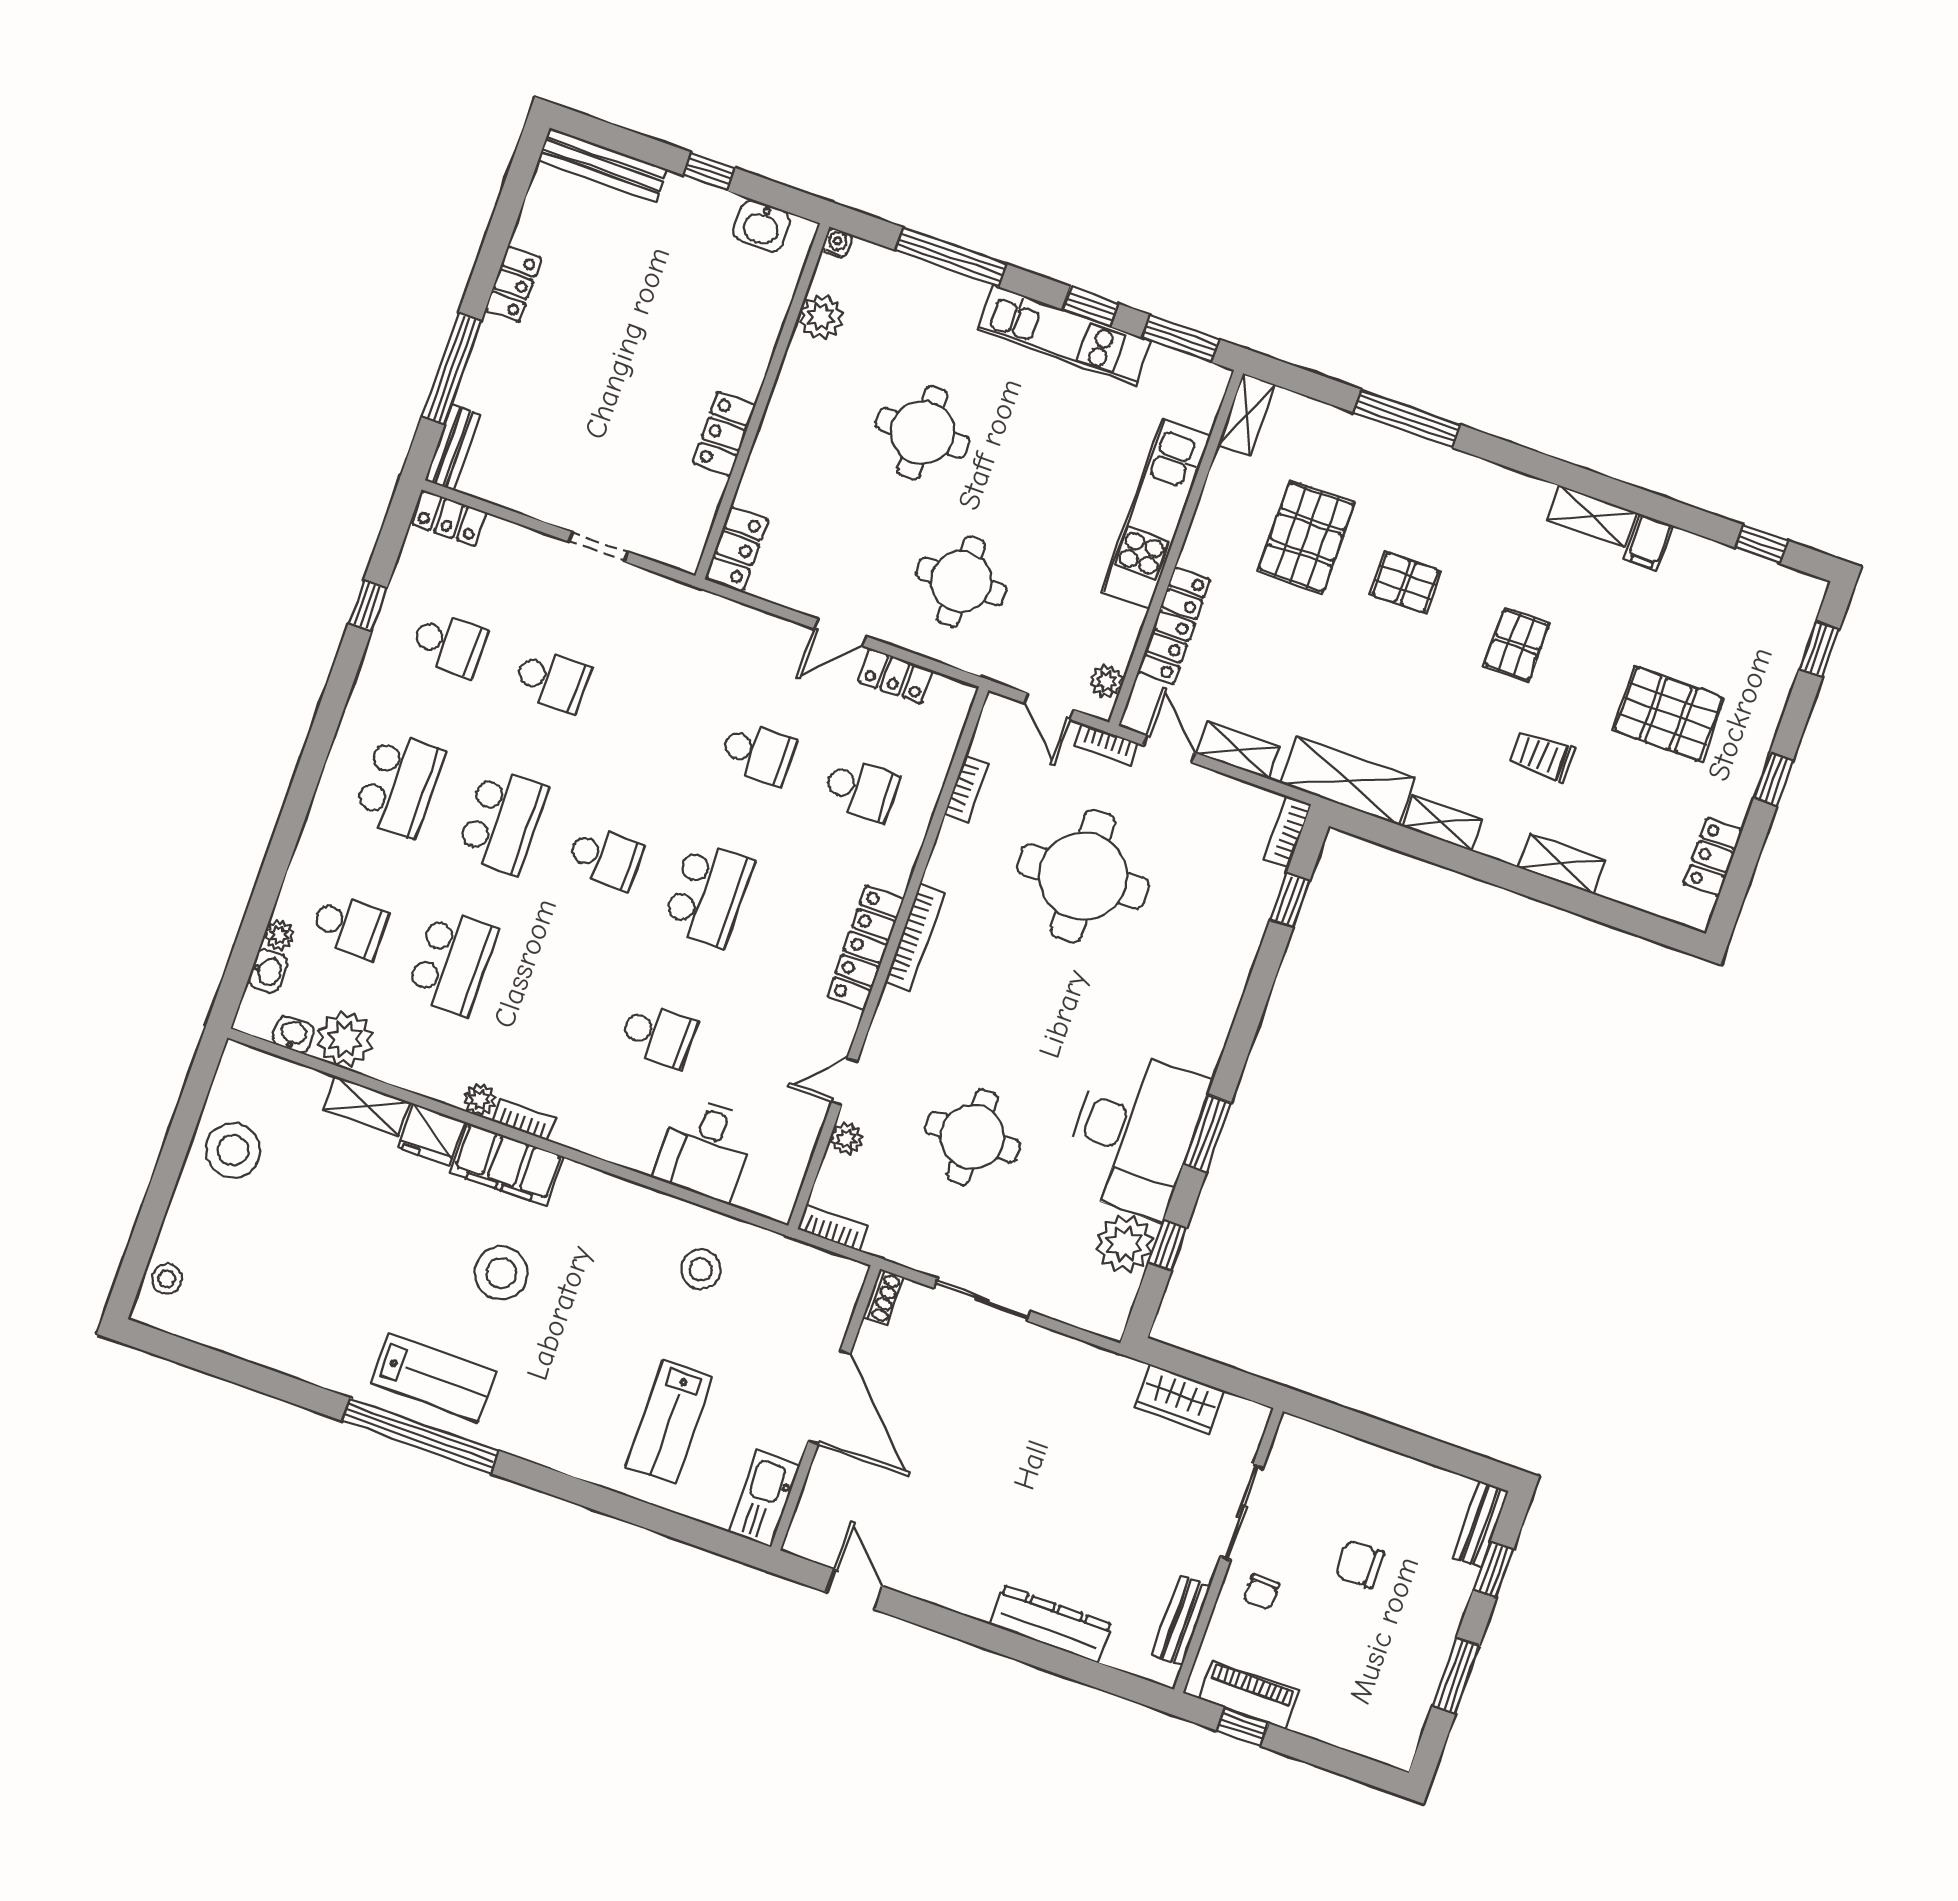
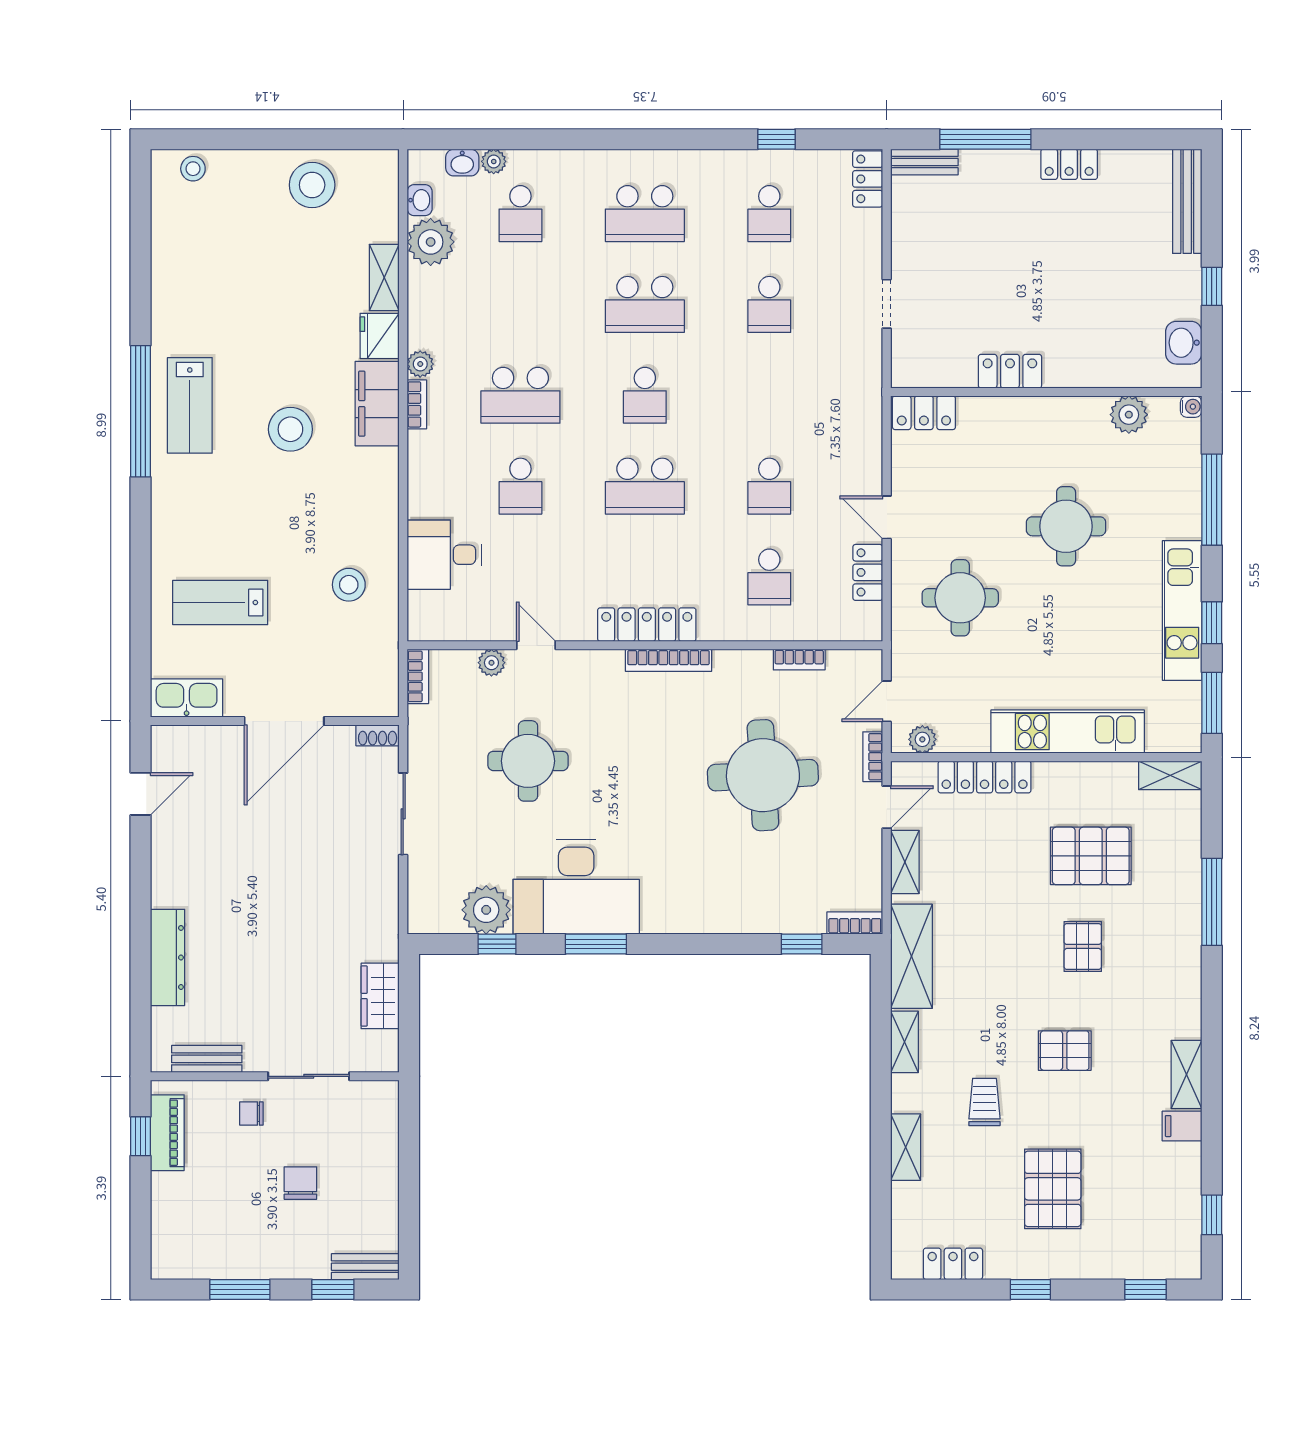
school desk: (452, 962) -> (520, 395), moved

